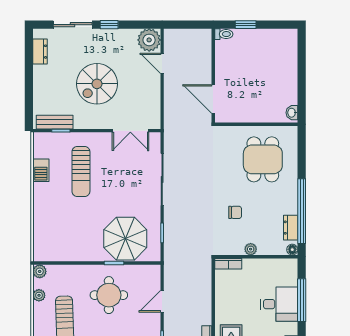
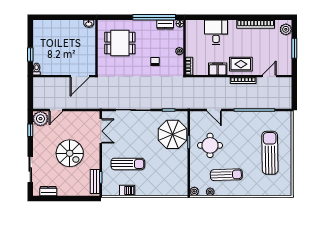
window: (109, 25) -> (30, 130), moved
window: (302, 300) -> (213, 17), removed
filing cabinet: (224, 307) -> (218, 69), added

